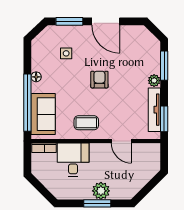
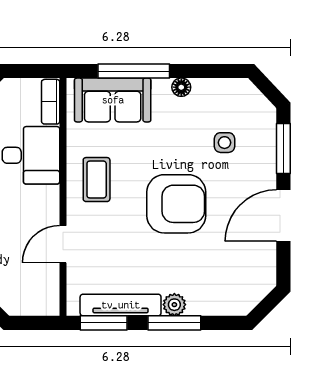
window: (164, 66) -> (174, 323), moved
armchair: (99, 80) -> (176, 204), width x1.88, depth x1.88
window: (27, 103) -> (134, 71), width x0.68

